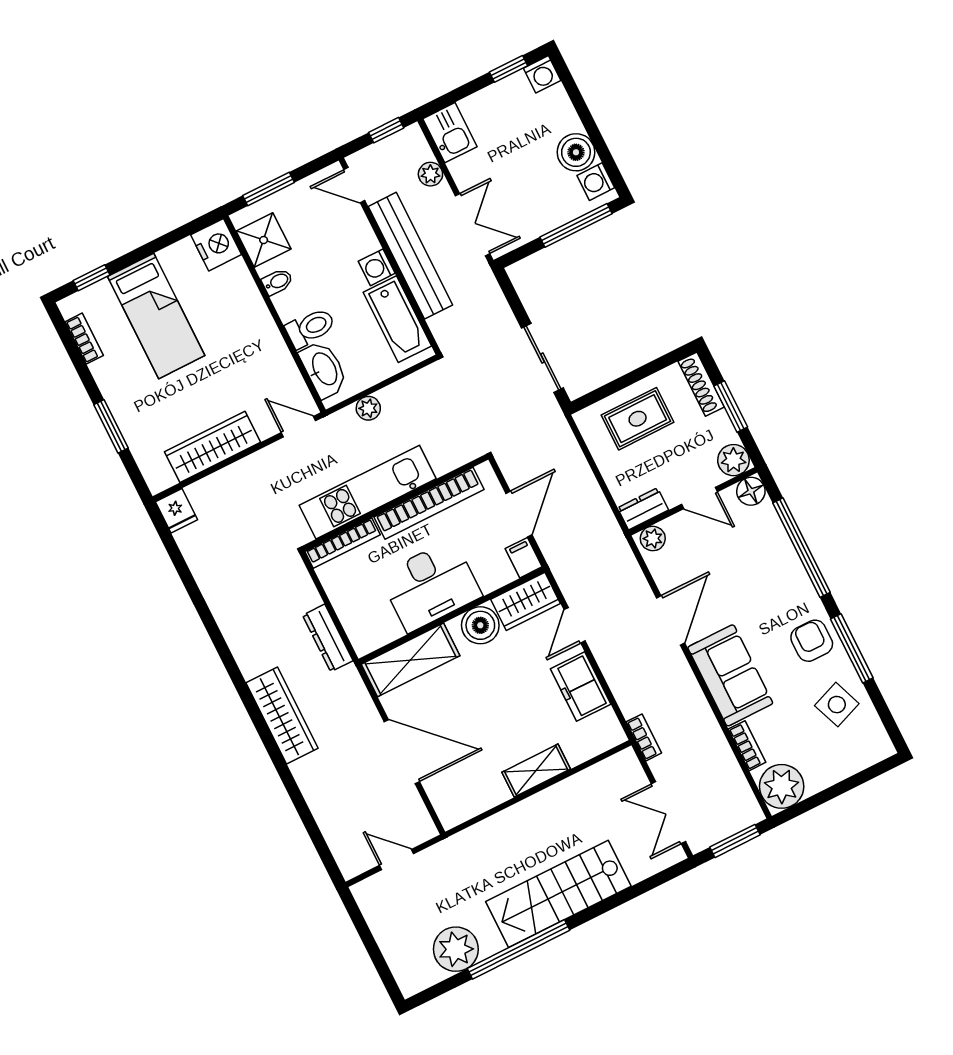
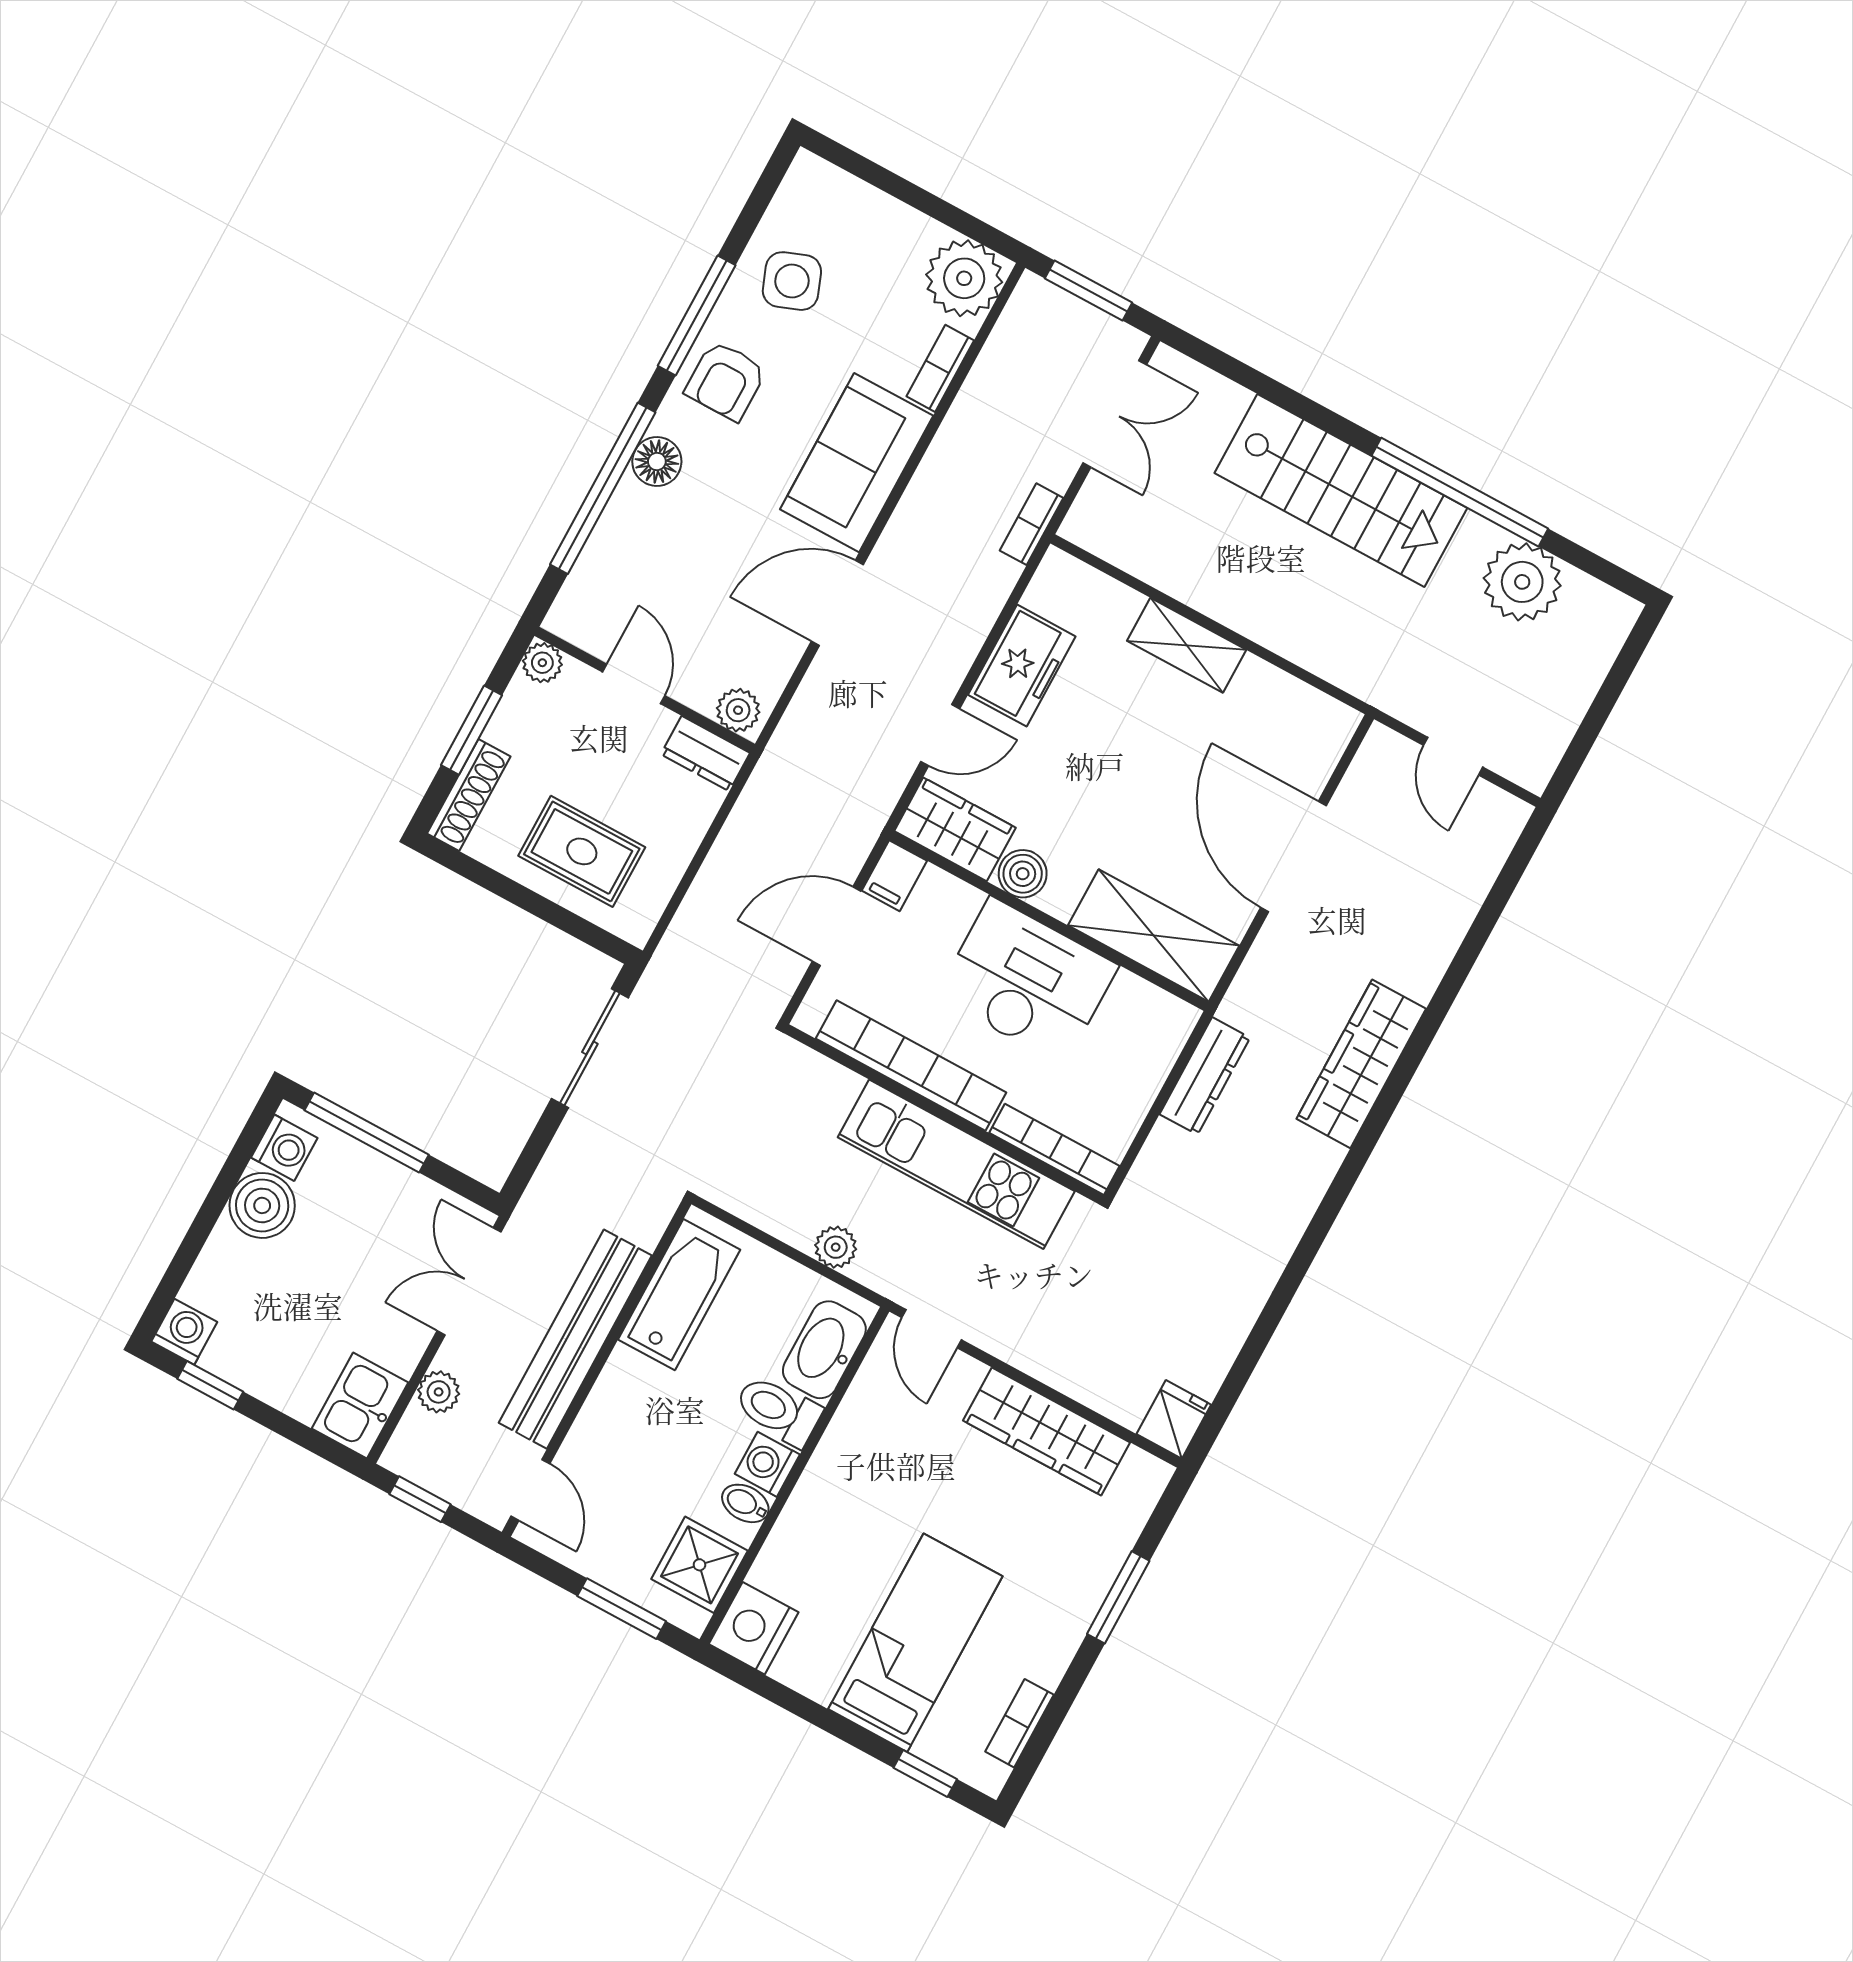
washing machine: (377, 267) -> (767, 1464), moved, turned 180
plant: (733, 460) -> (542, 663), width x0.73, depth x0.73
floor lamp: (751, 491) -> (657, 462), moved
boiler: (480, 625) -> (1023, 874), width x0.73, depth x0.73

